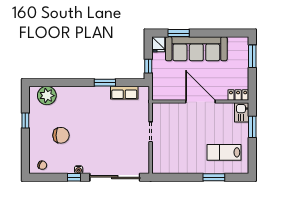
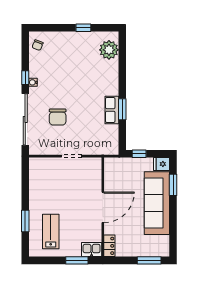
row of seats: (124, 93) -> (112, 110), moved
chair: (61, 135) -> (58, 117), moved

